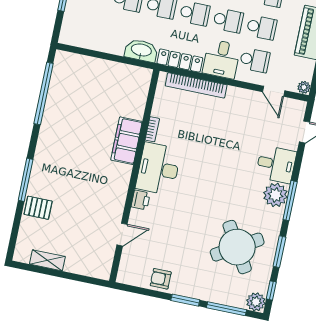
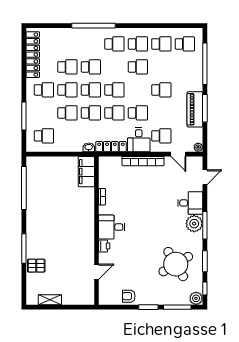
school desk: (262, 27) -> (44, 136), moved
washbasin: (141, 50) -> (89, 147), width x0.52, depth x0.69
bookcase: (196, 85) -> (143, 161), moved
filing cabinet: (126, 141) -> (86, 172), moved
desk: (158, 169) -> (112, 227), width x0.73

